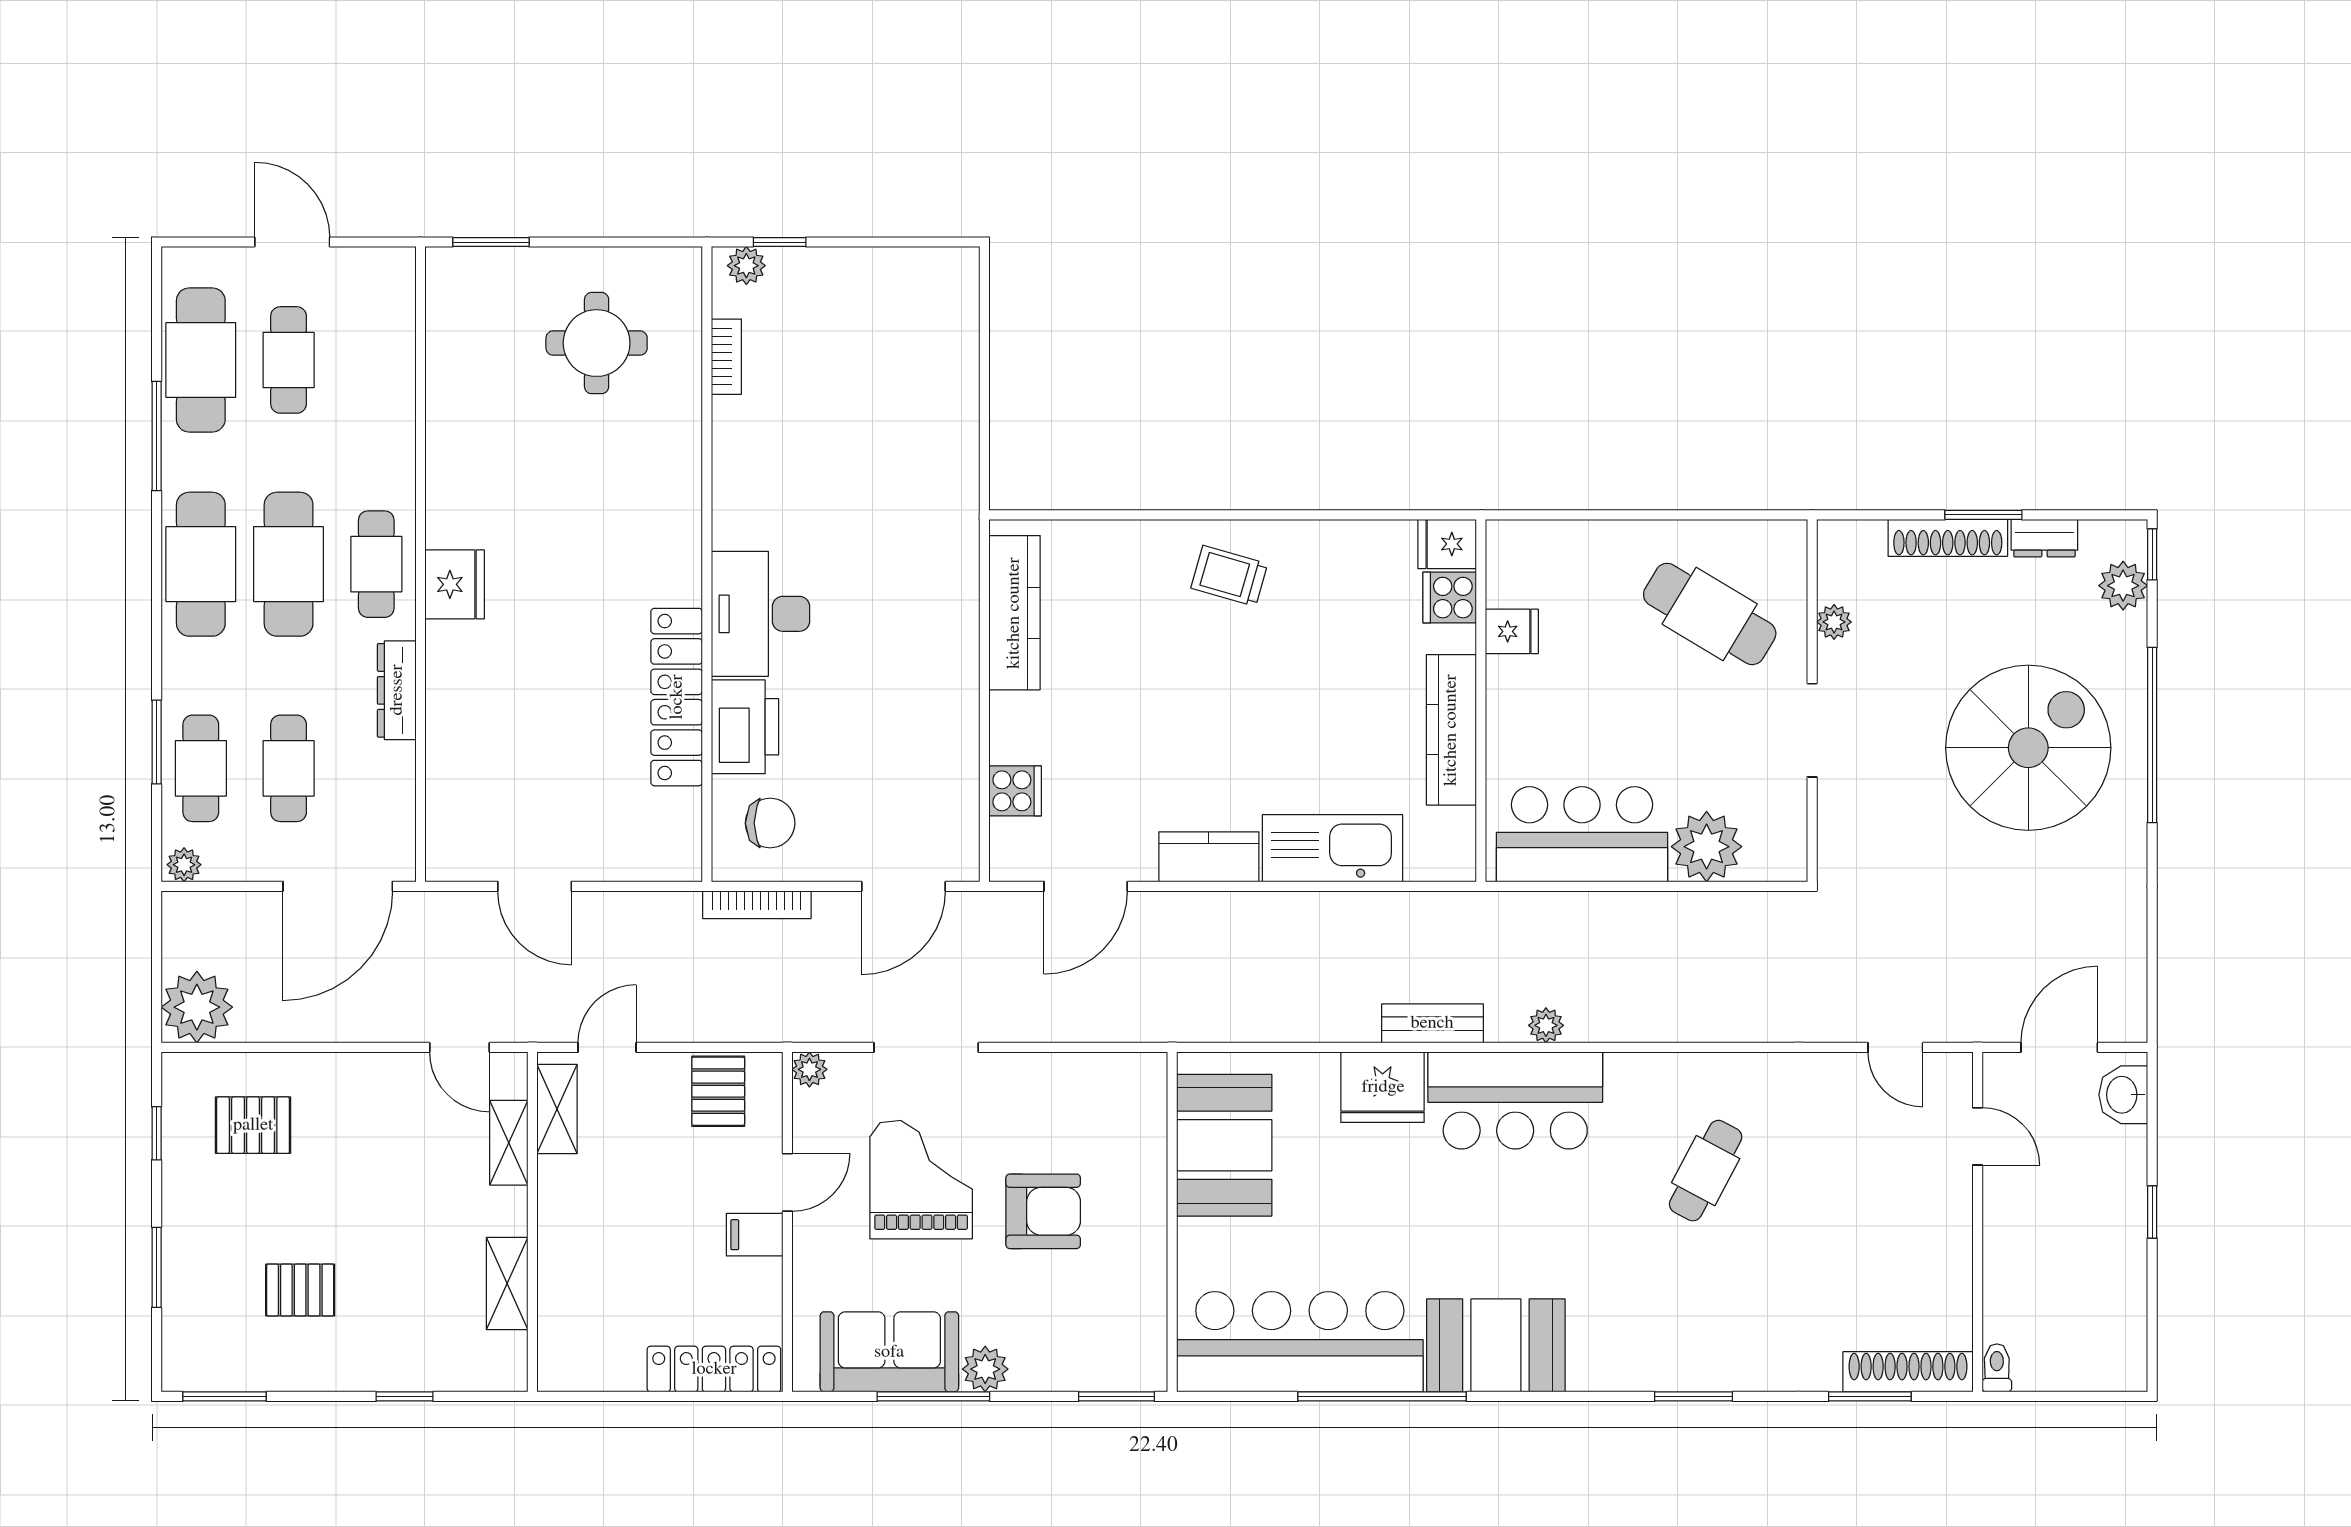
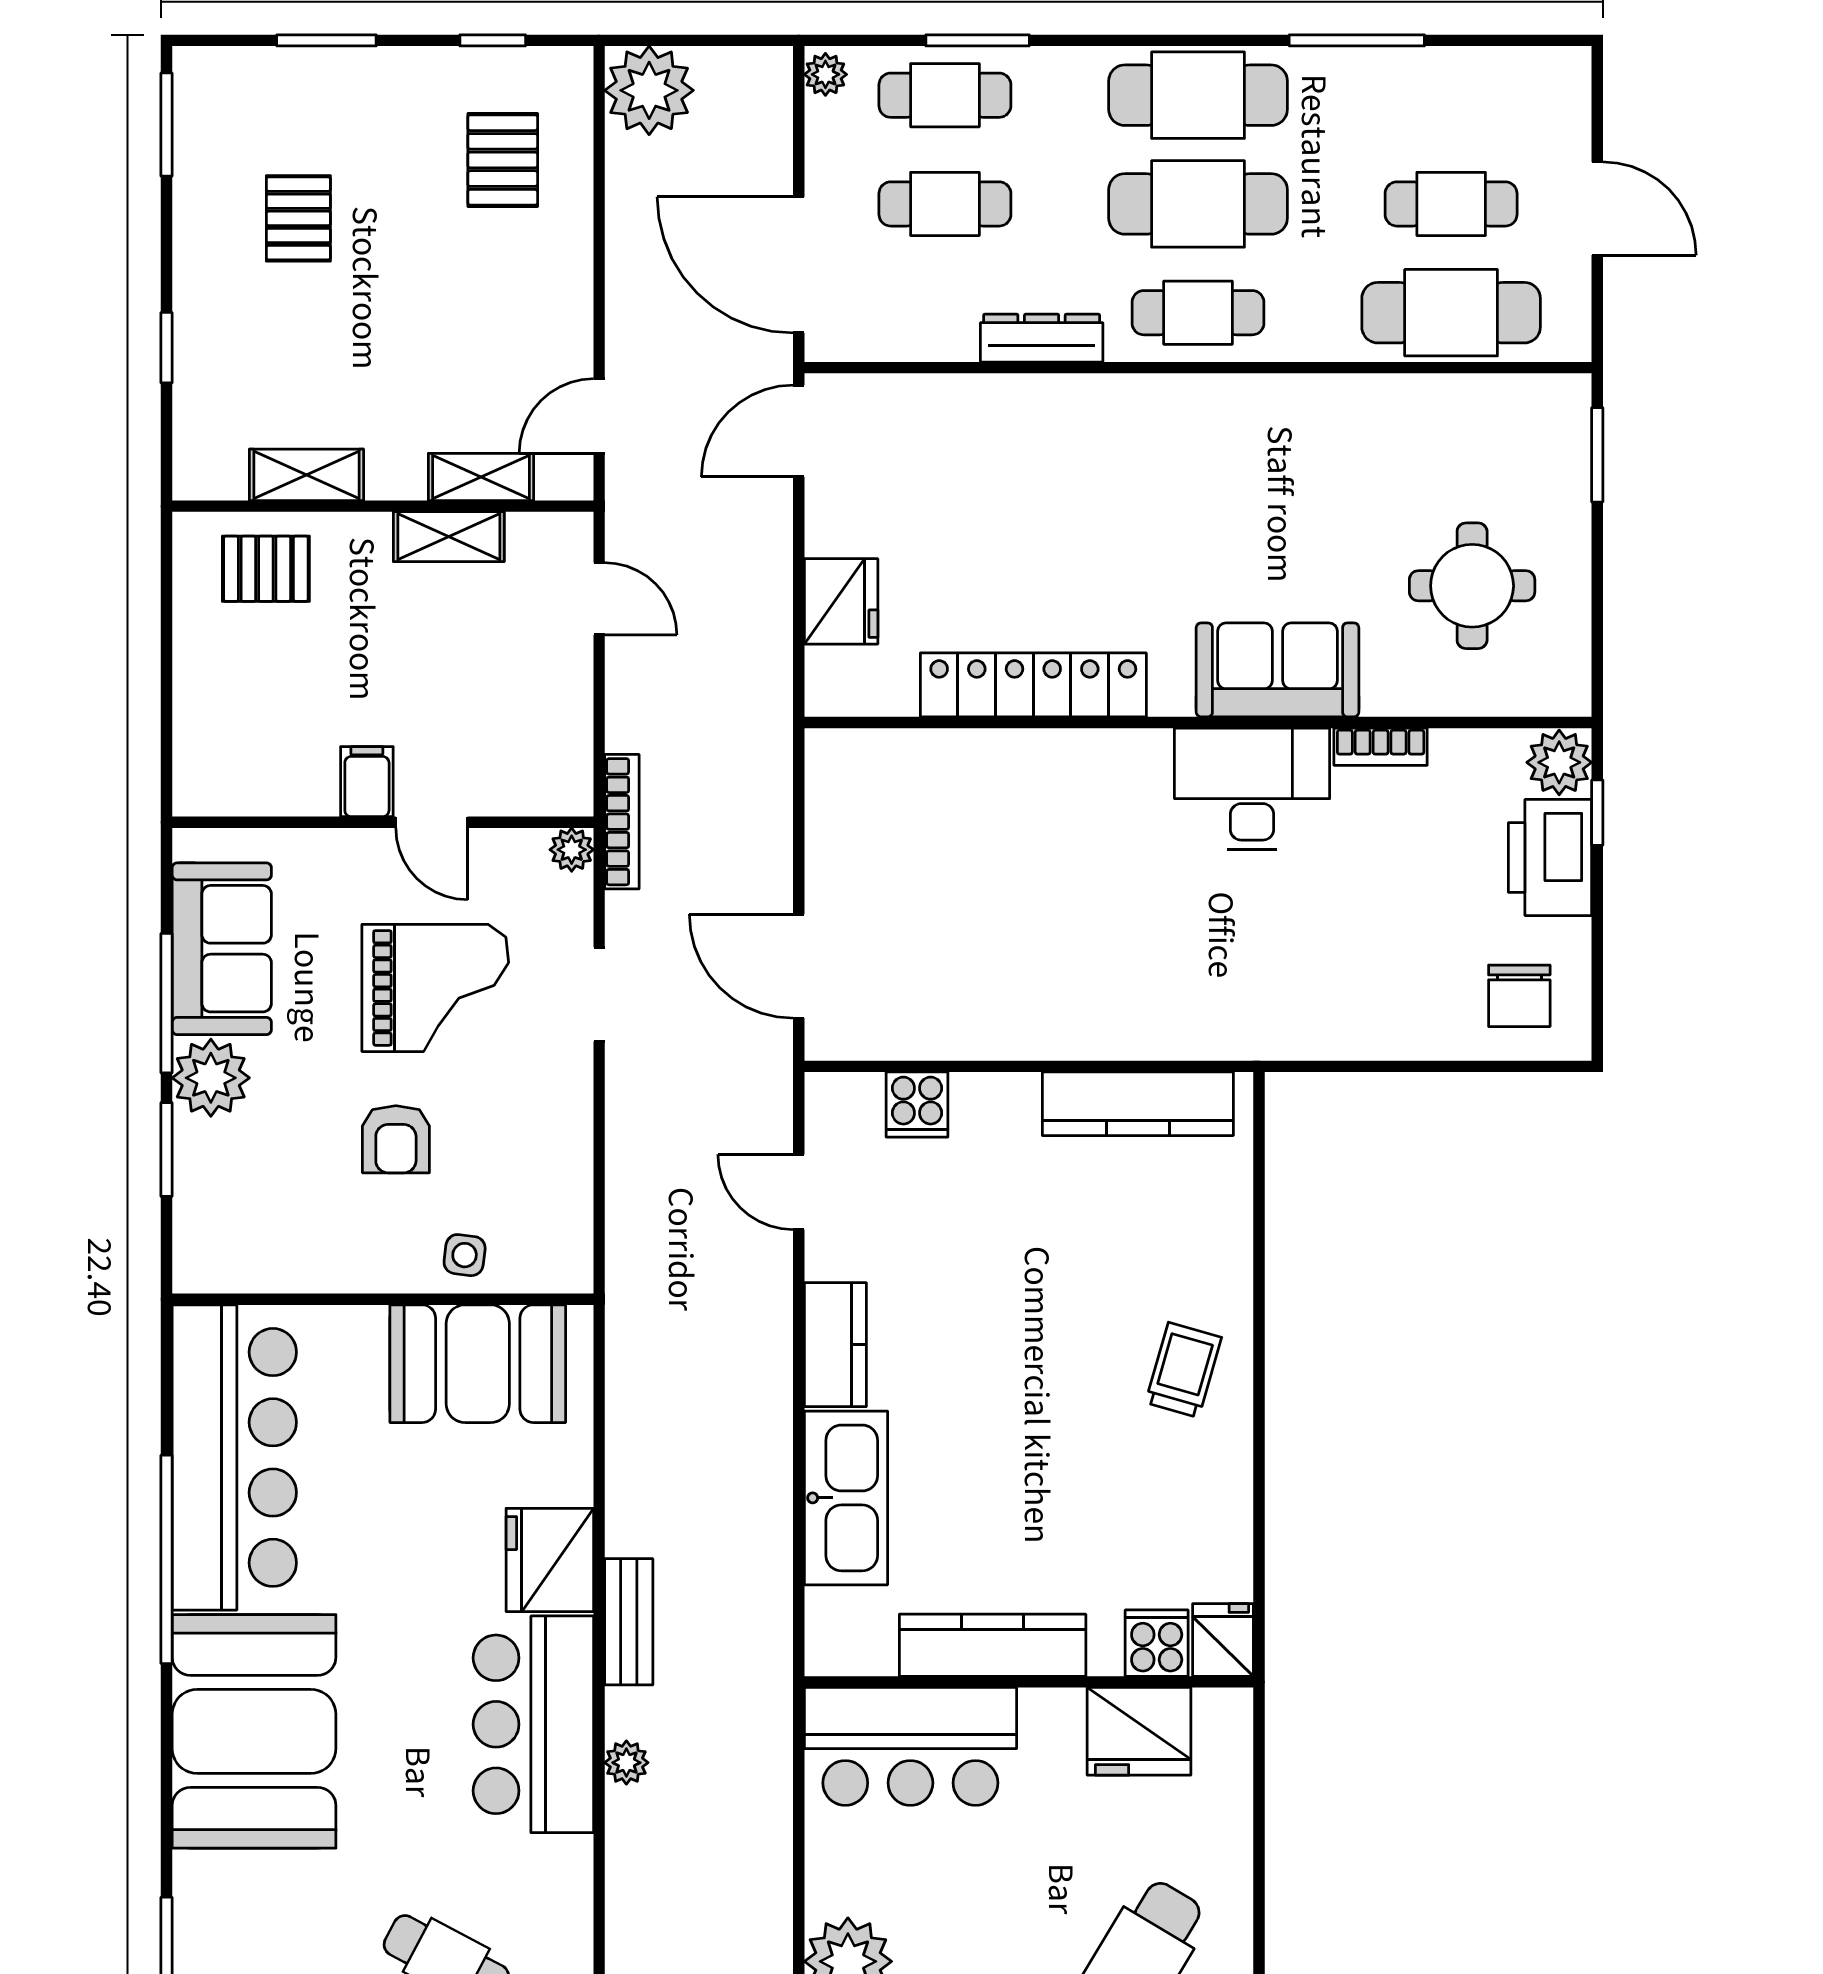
door: (292, 242) -> (1597, 209), hinge flipped
plant: (746, 266) -> (1559, 762), width x1.38, depth x1.38
bookcase: (726, 357) -> (1381, 747), moved
cafe table: (201, 360) -> (1451, 313), moved
sofa: (664, 500) -> (1278, 670), added
fridge: (455, 584) -> (841, 601), moved, turned -90
desk: (760, 614) -> (1252, 789), moved
fridge: (1512, 631) -> (1139, 1731), width x1.88, depth x1.34
printer: (745, 727) -> (1550, 858), moved, turned 90
chair: (770, 823) -> (1519, 996), moved
bar counter: (1582, 834) -> (910, 1746), moved, turned 90
door: (535, 886) -> (799, 431), moved
door: (1086, 886) -> (799, 1192), width x0.73
bookcase: (757, 905) -> (622, 822), moved, turned 180
doorway: (926, 1047) -> (599, 994), width x0.73
pallet: (718, 1091) -> (266, 569), moved
shelving: (557, 1109) -> (449, 537), moved
side table: (1137, 1156) -> (465, 1255), added
armchair: (1043, 1211) -> (396, 1139), width x0.72, depth x0.72
booth: (1496, 1345) -> (254, 1731), width x1.36, depth x1.42
locker: (714, 1369) -> (200, 731), removed
plant: (985, 1369) -> (211, 1078), width x1.36, depth x1.36
window: (1117, 1396) -> (167, 1149), moved

